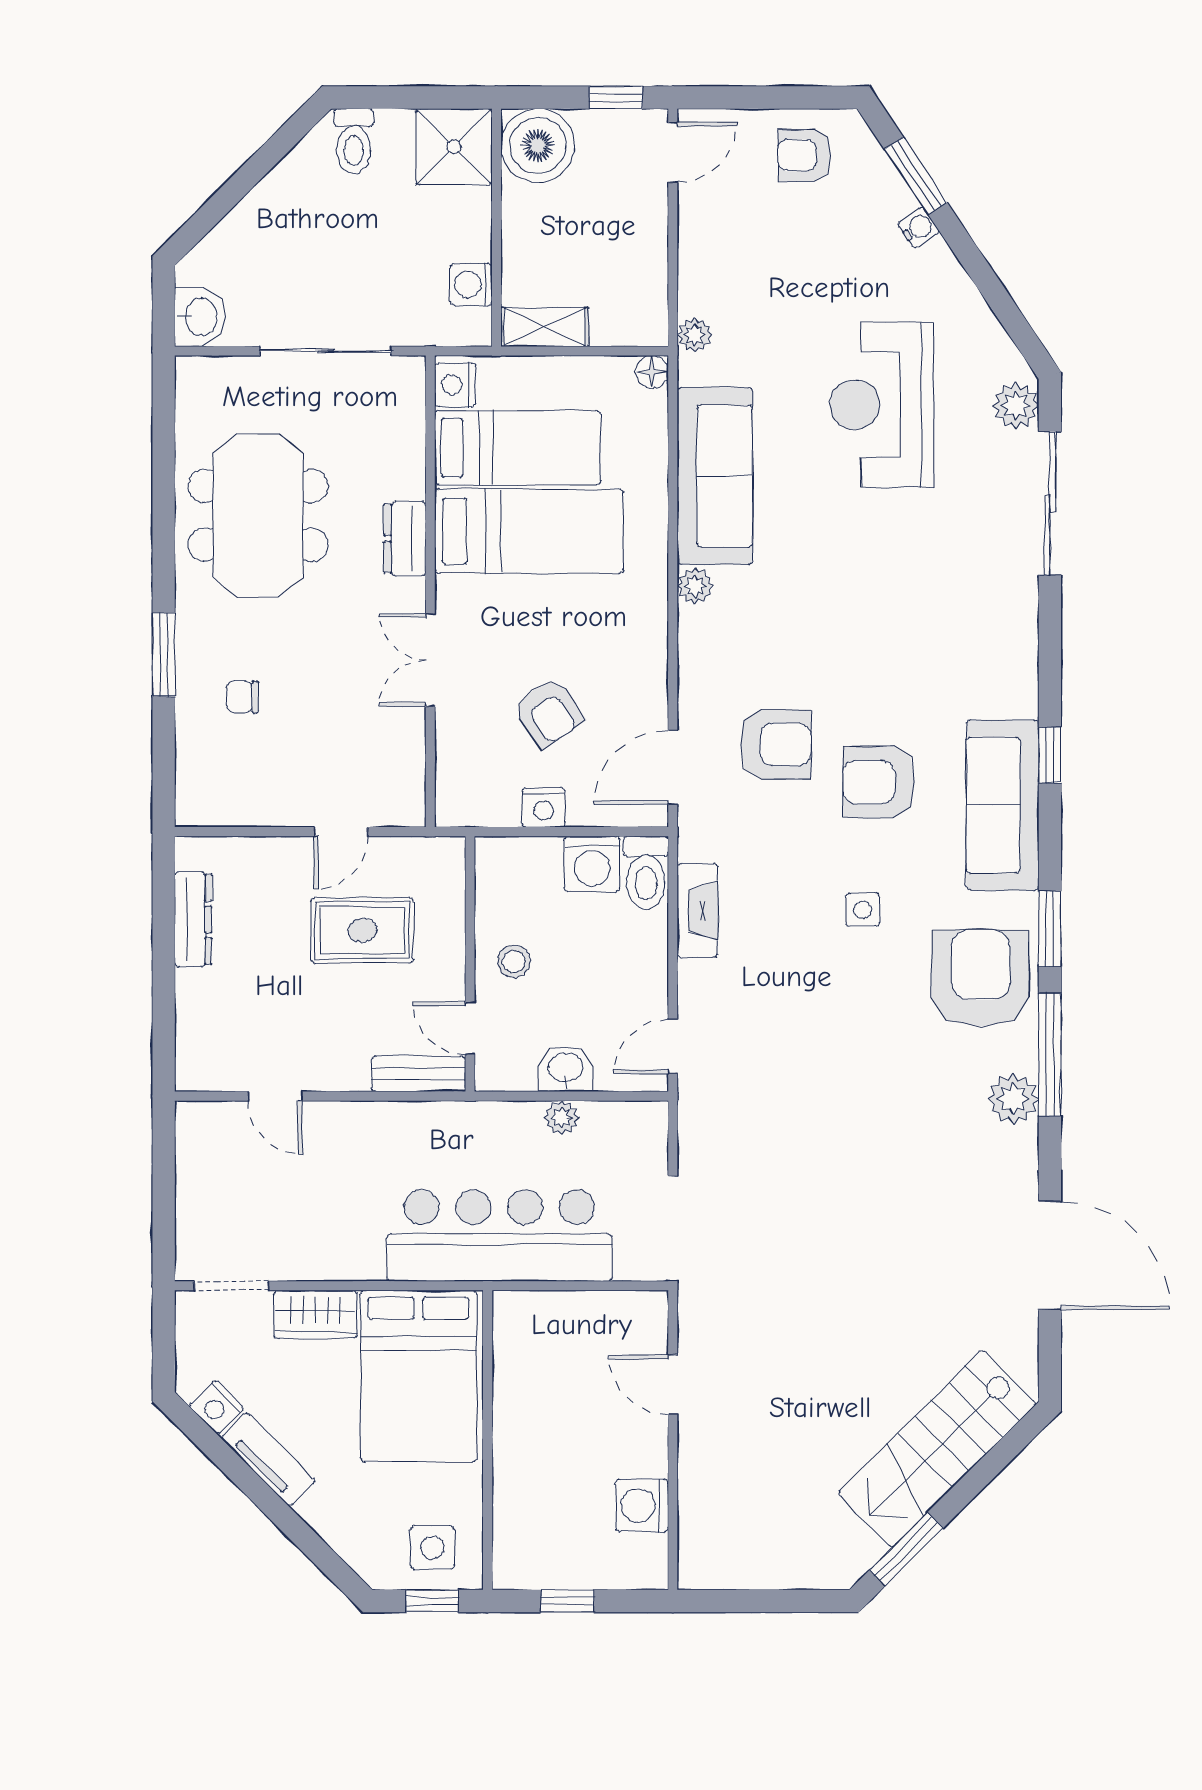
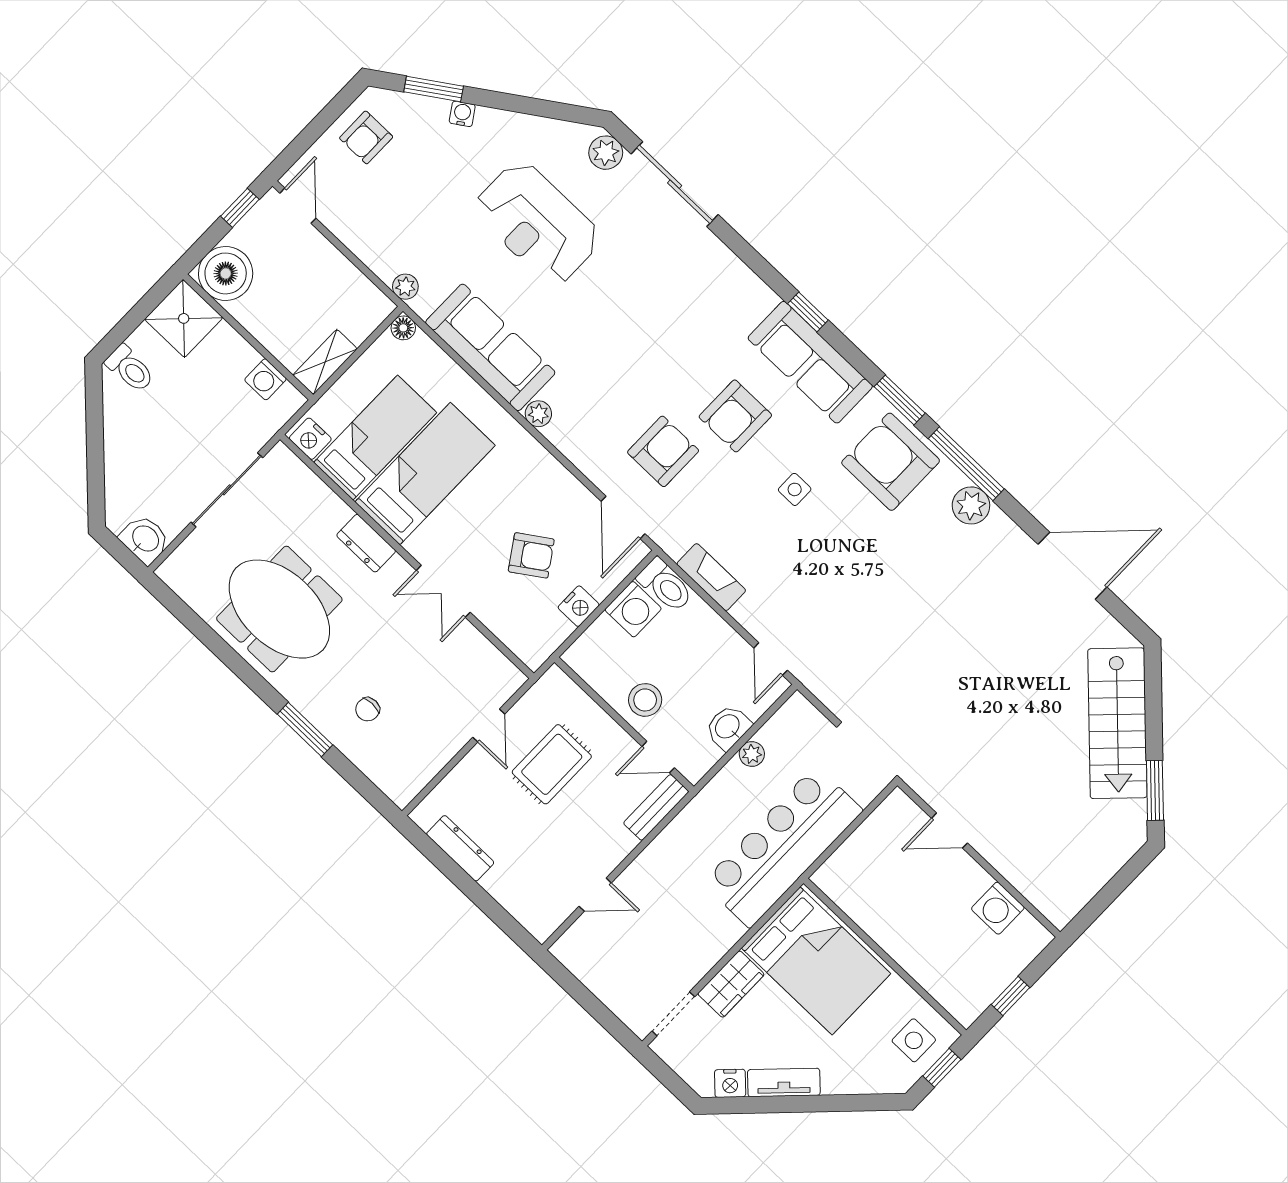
stool: (514, 961) -> (645, 700), width x1.37, depth x1.37

